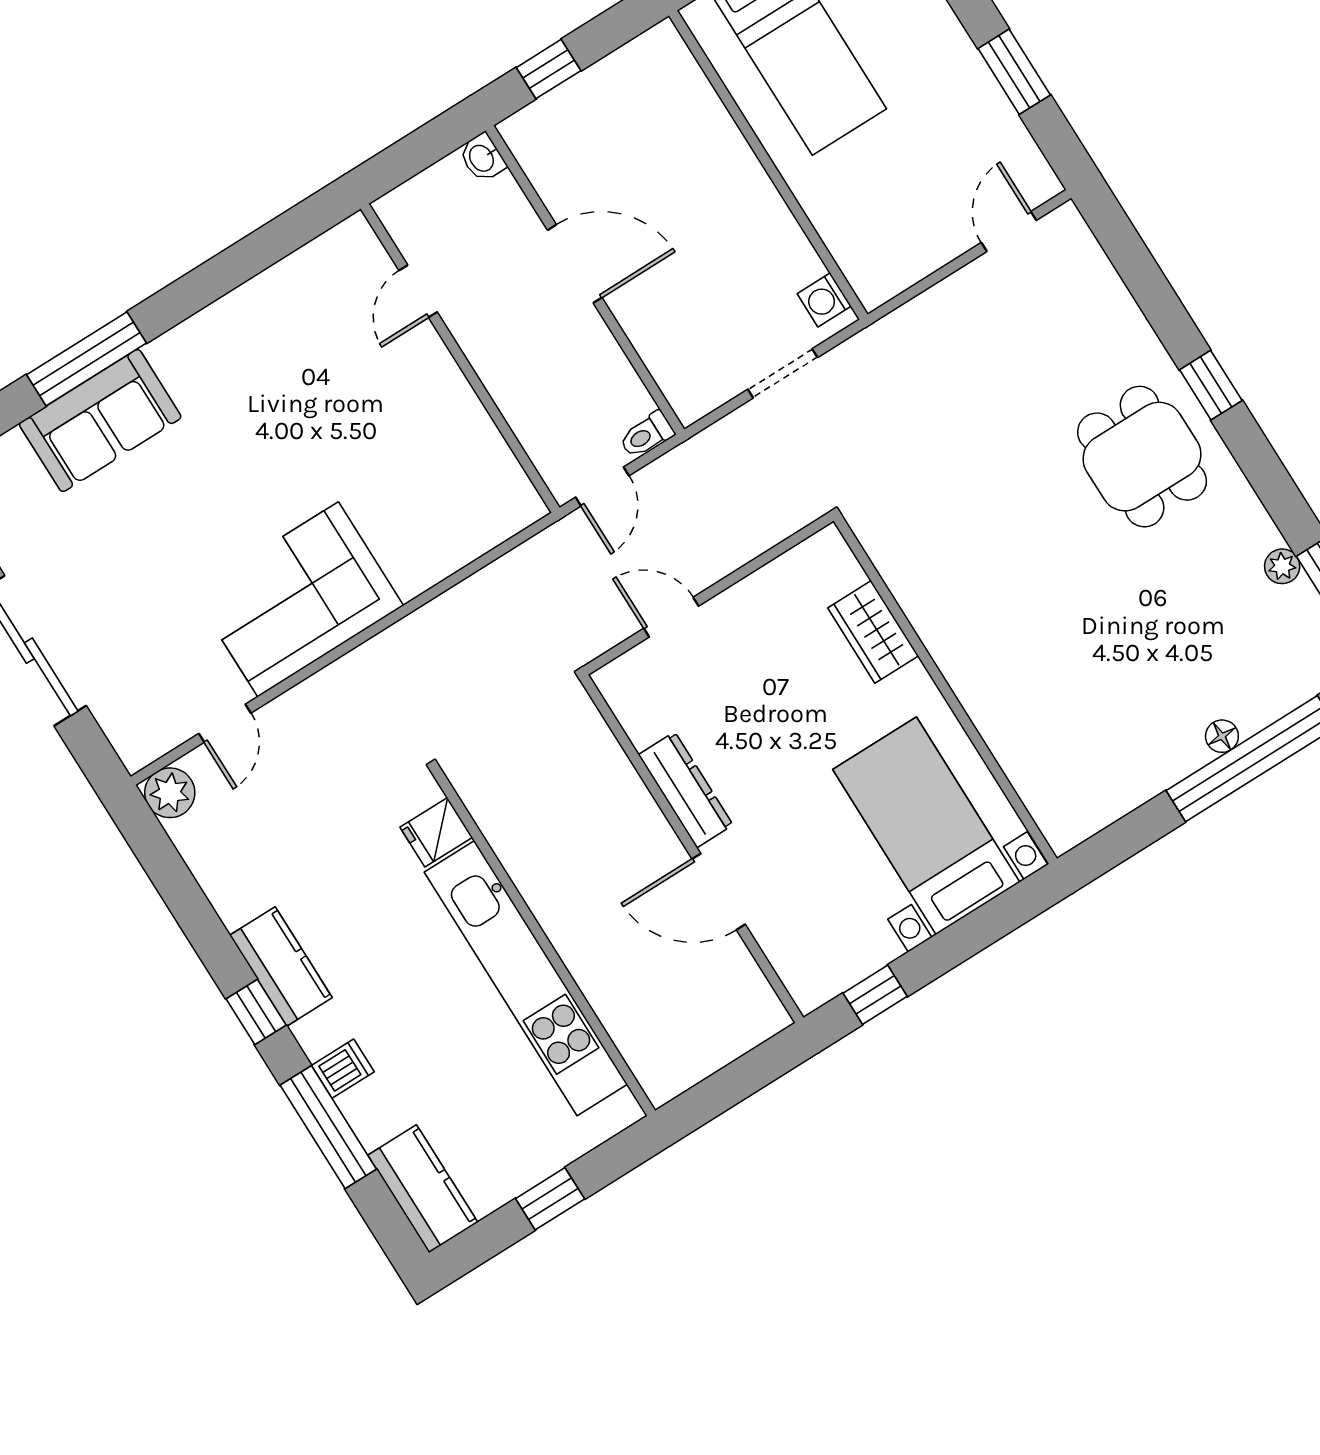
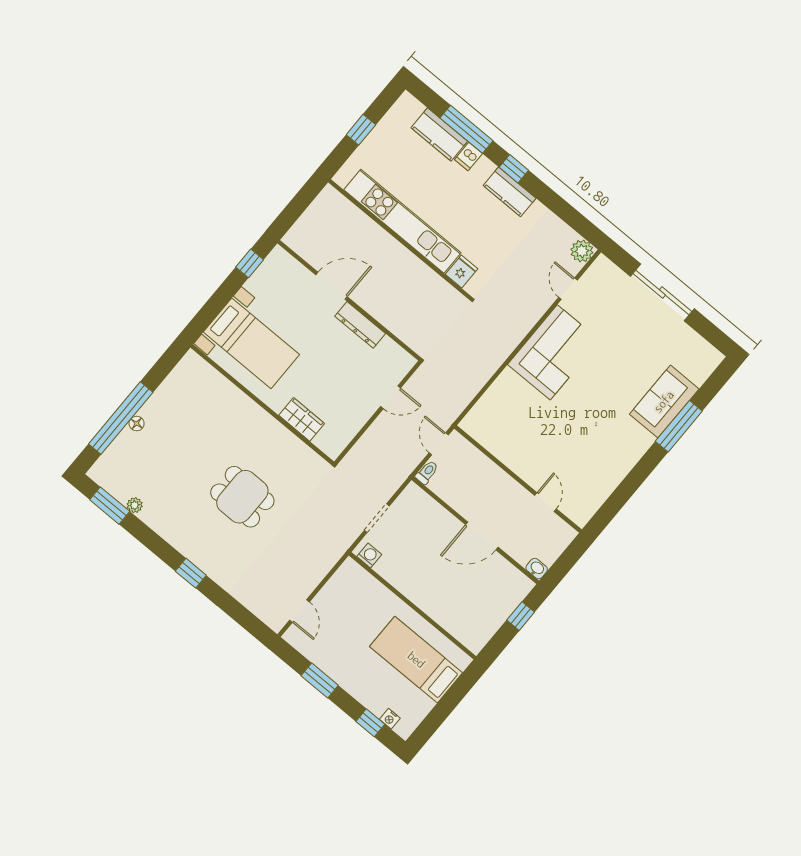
dining table: (1142, 457) -> (242, 497), moved
kitchen counter: (423, 1189) -> (439, 134), moved

